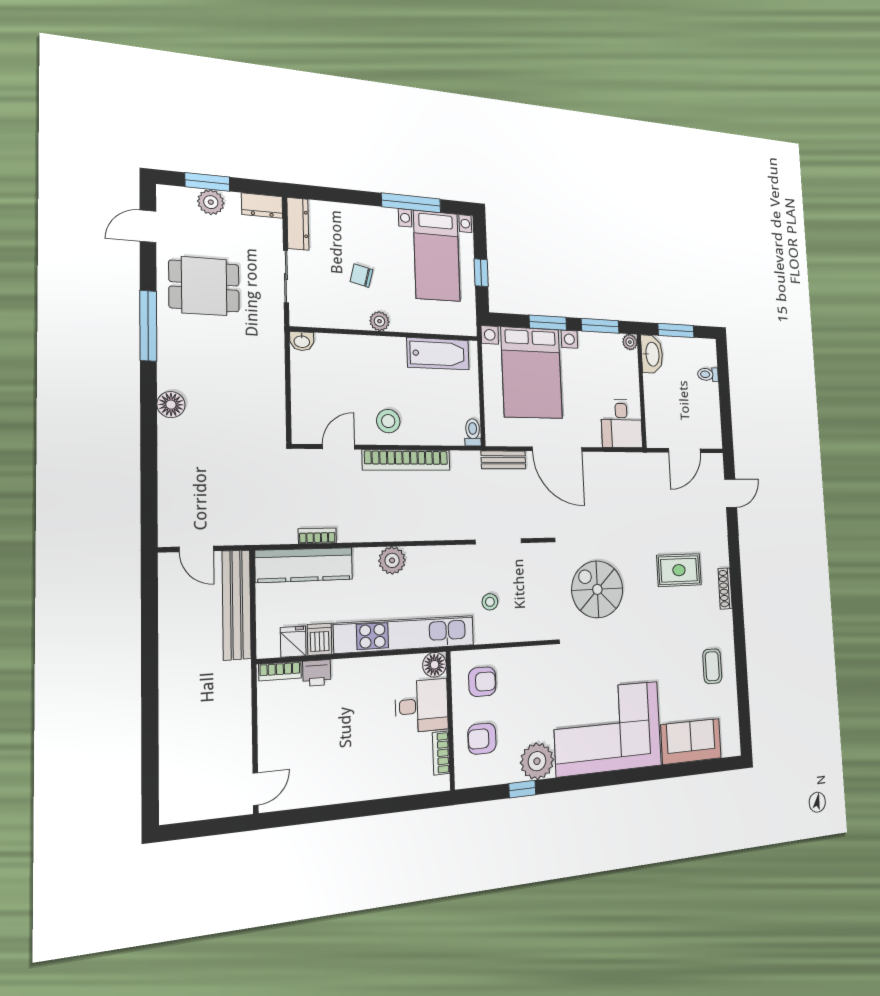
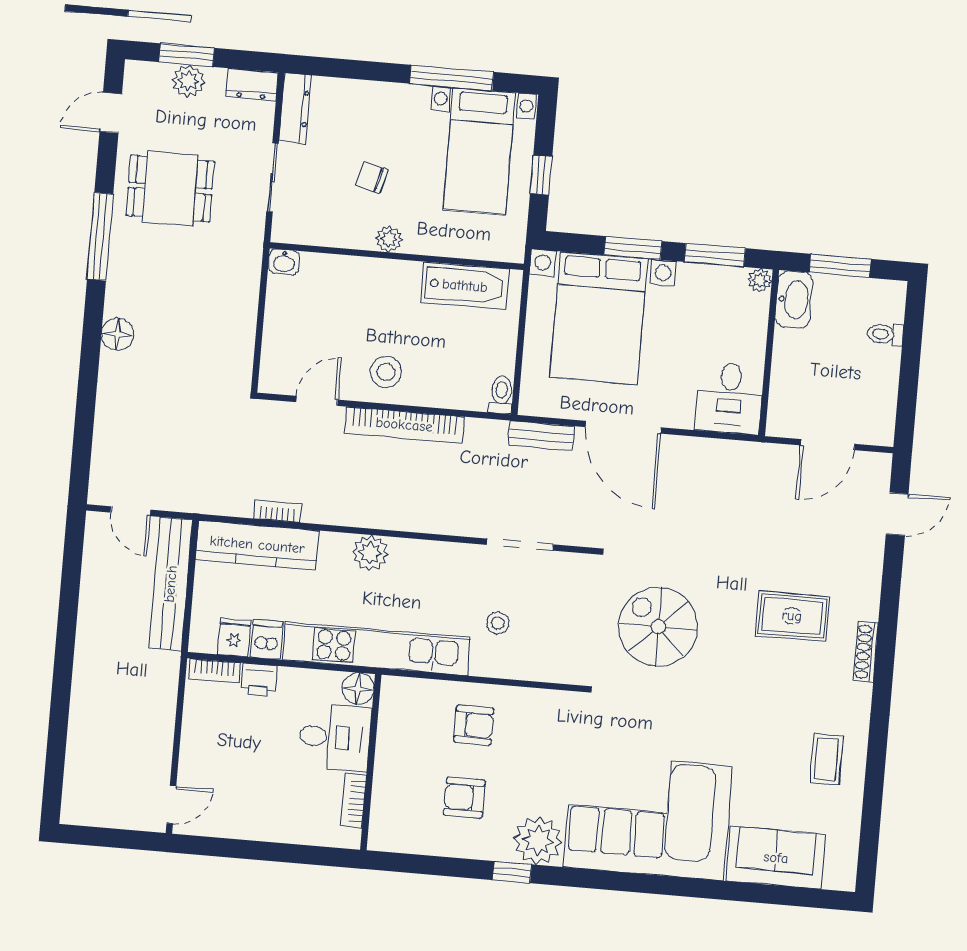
floor lamp: (434, 665) -> (358, 689), moved
desk: (422, 706) -> (335, 737), moved
wall: (450, 720) -> (371, 762), moved
bookcase: (441, 753) -> (354, 801), moved

